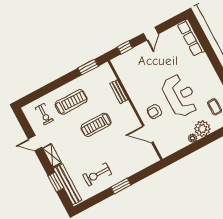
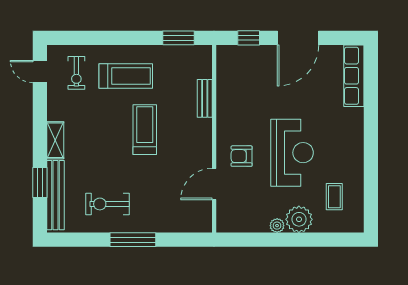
door: (151, 34) -> (298, 38), width x1.87
treadmill: (96, 125) -> (145, 130), turned 90
door: (148, 134) -> (214, 184), hinge flipped
door: (35, 143) -> (40, 72), moved
window: (121, 186) -> (133, 240), width x1.44

